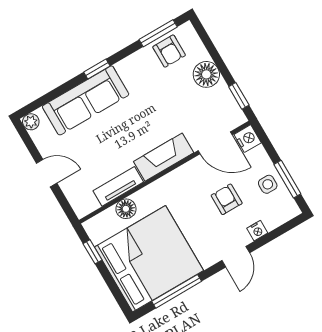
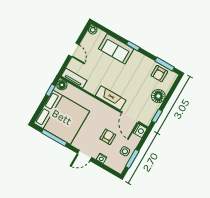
sofa: (86, 100) -> (116, 49), width x0.73
tv unit: (118, 186) -> (74, 78), moved
floor lamp: (126, 209) -> (62, 85), moved

